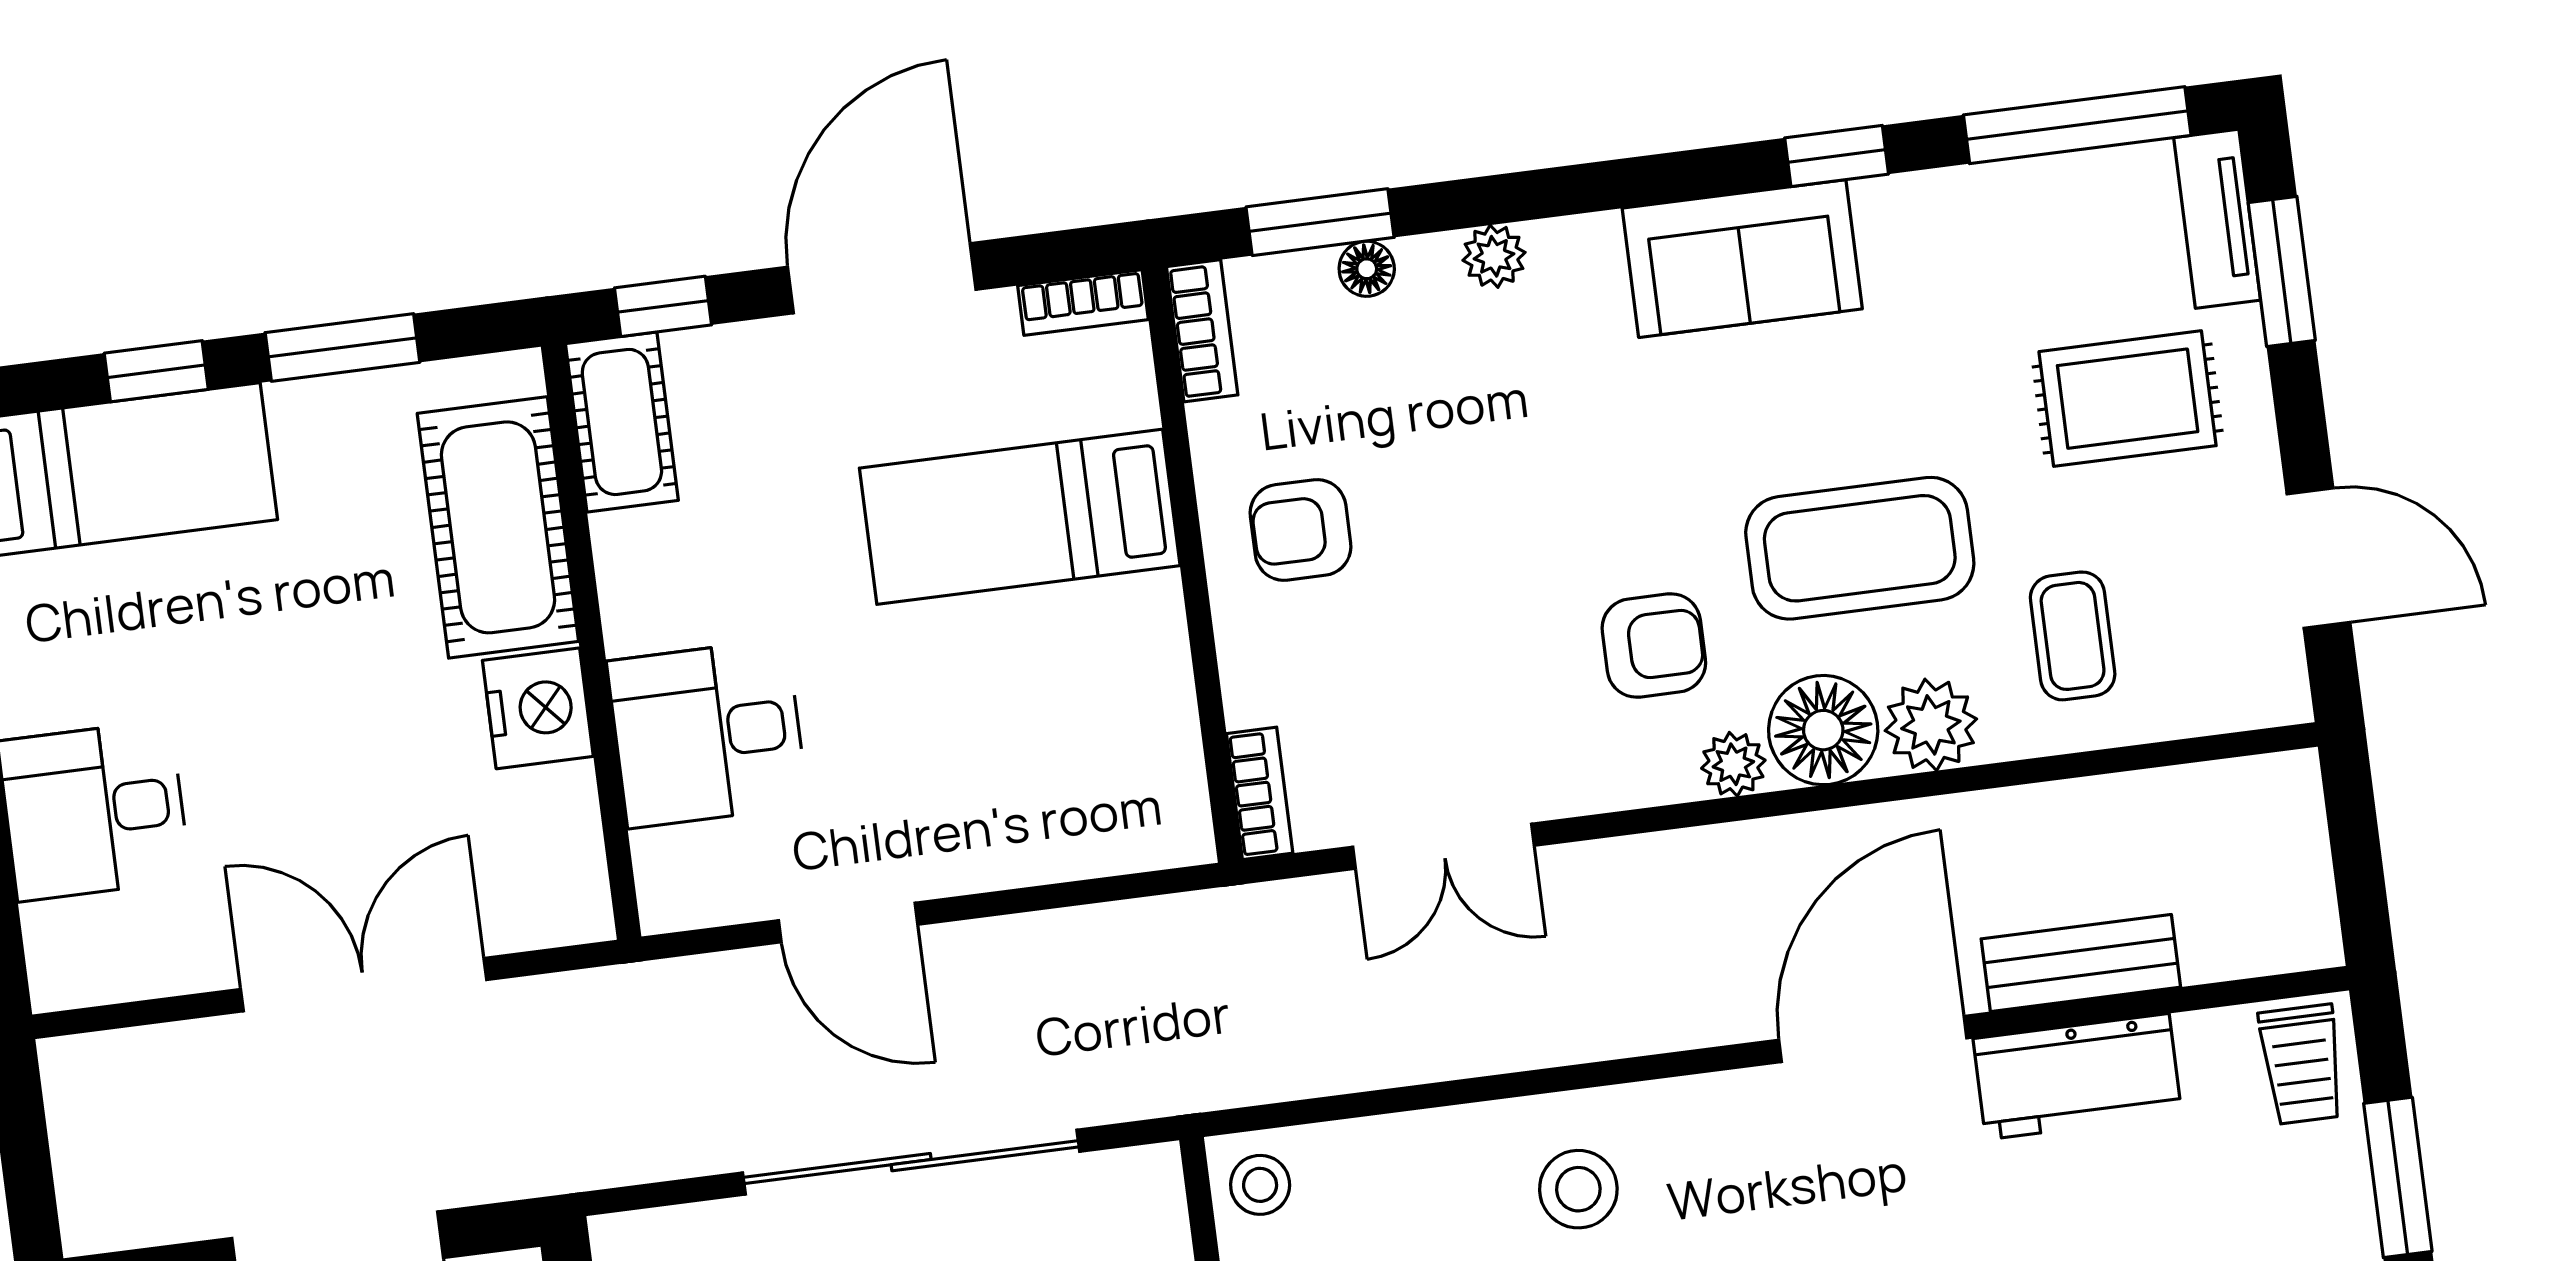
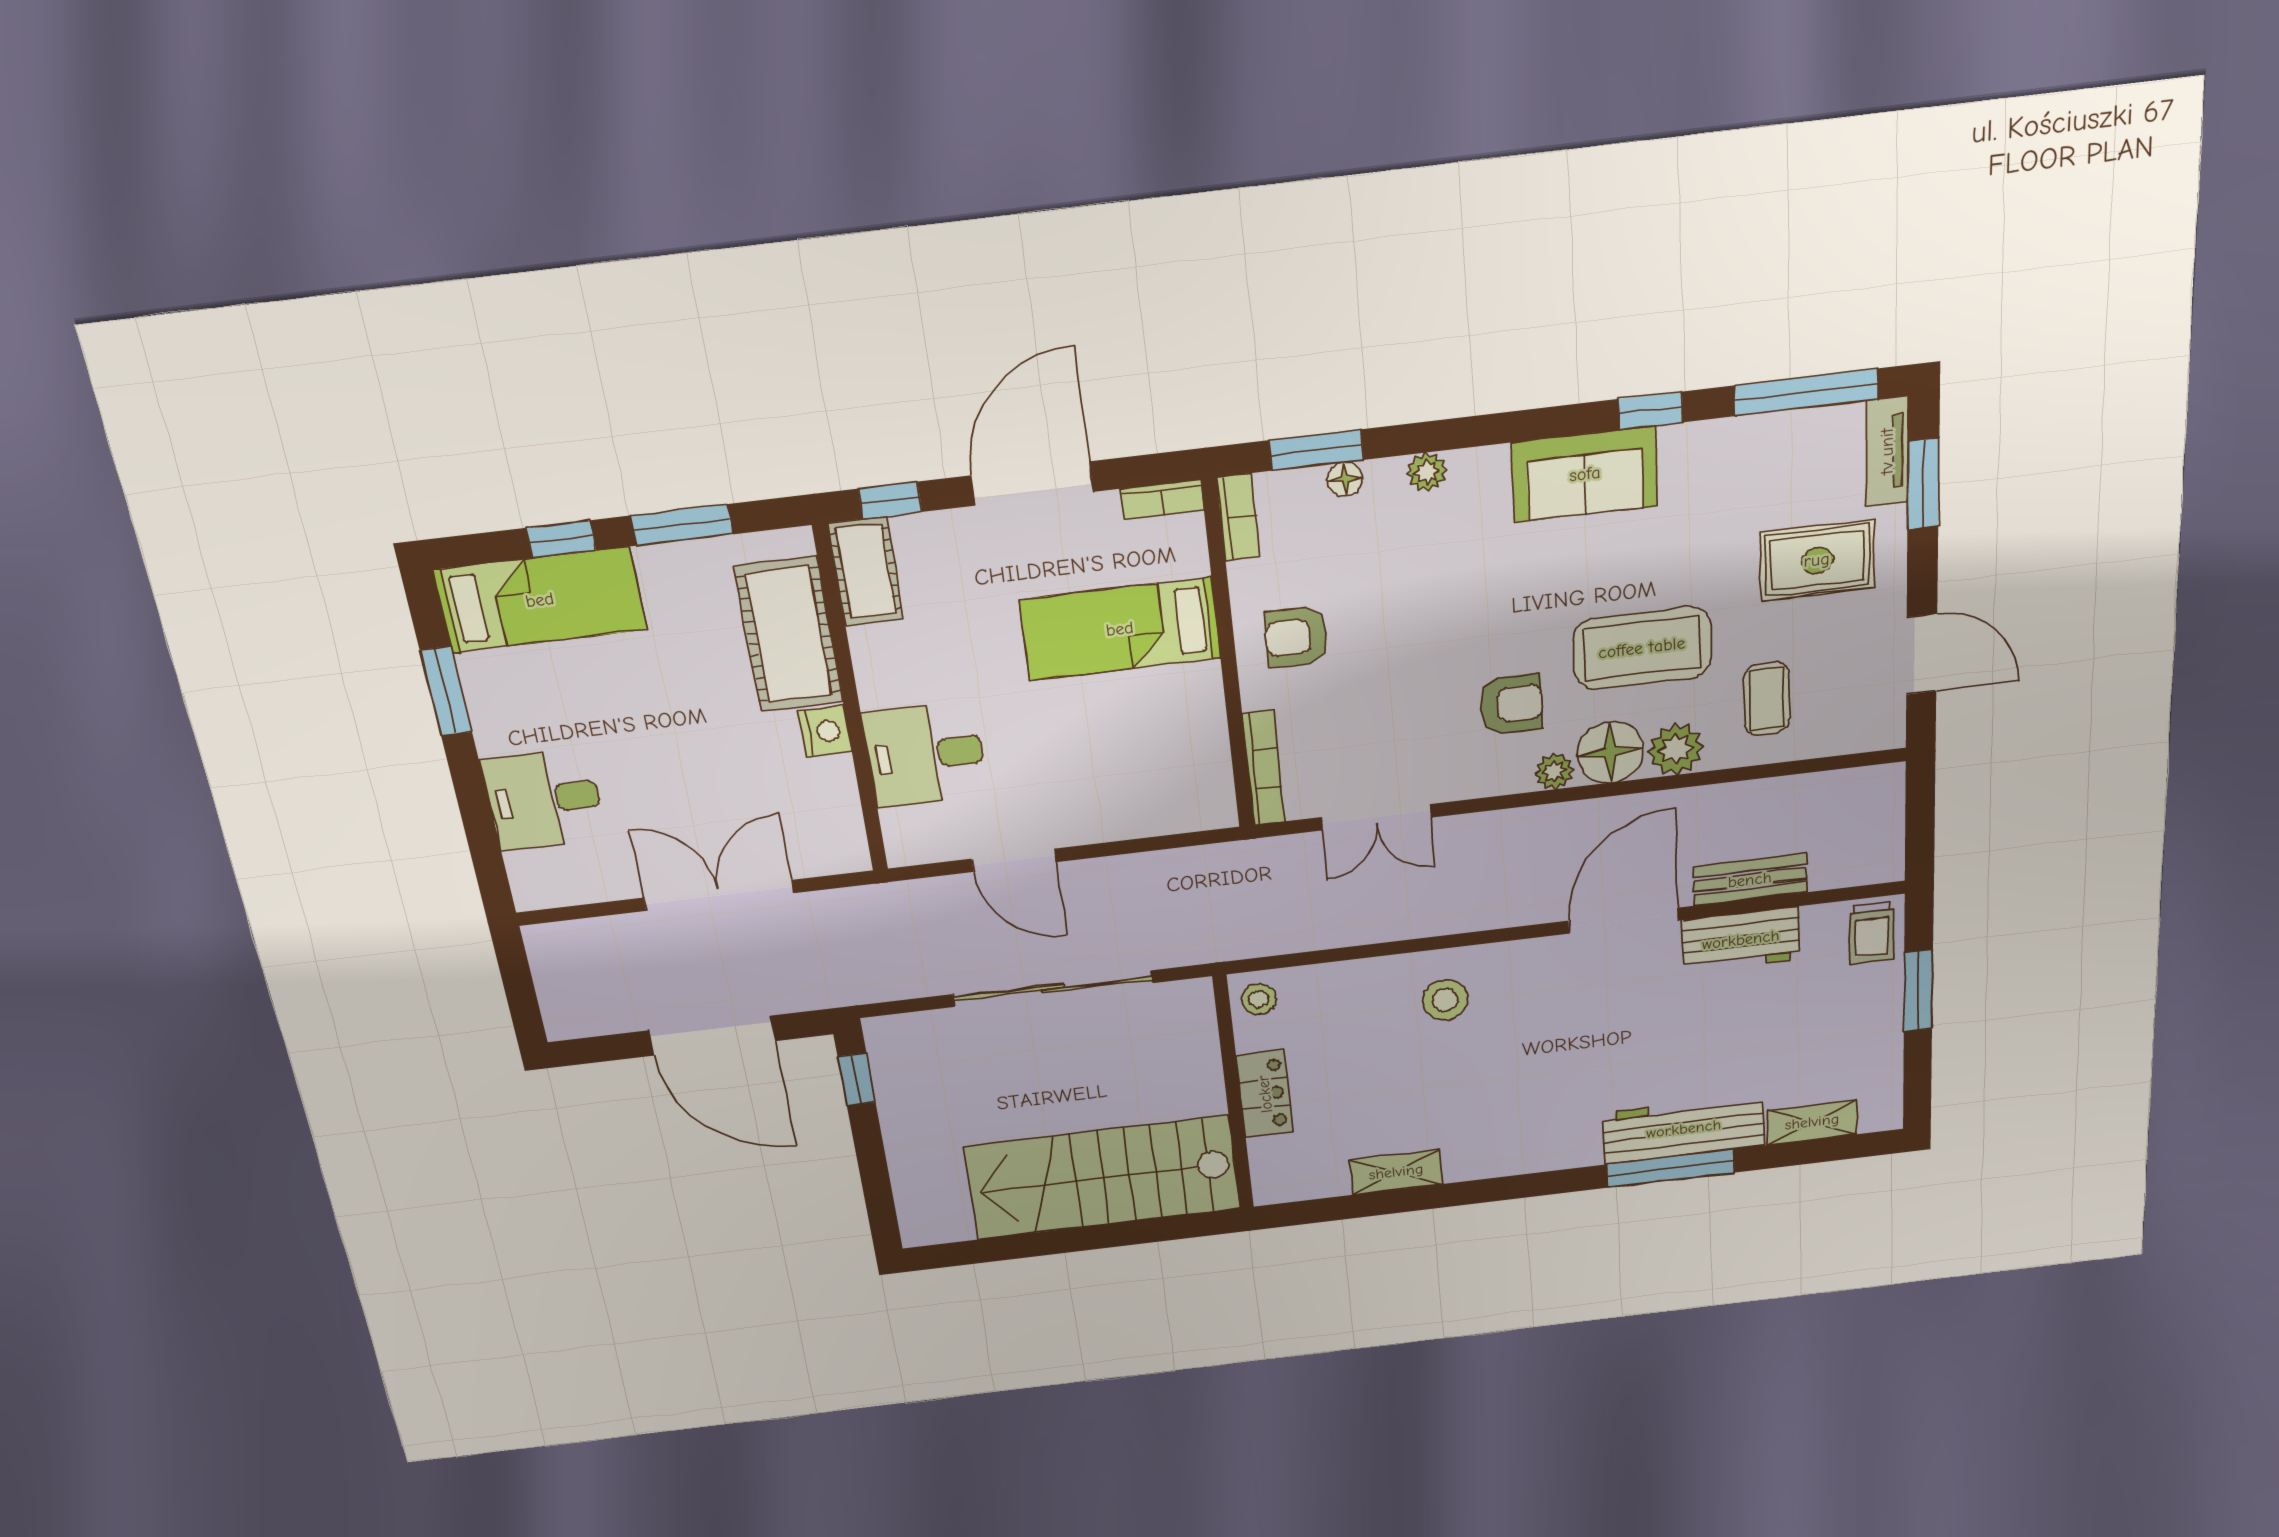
nightstand: (538, 708) -> (825, 731), width x0.74, depth x0.75
bookcase: (1260, 793) -> (1264, 768), width x1.56

